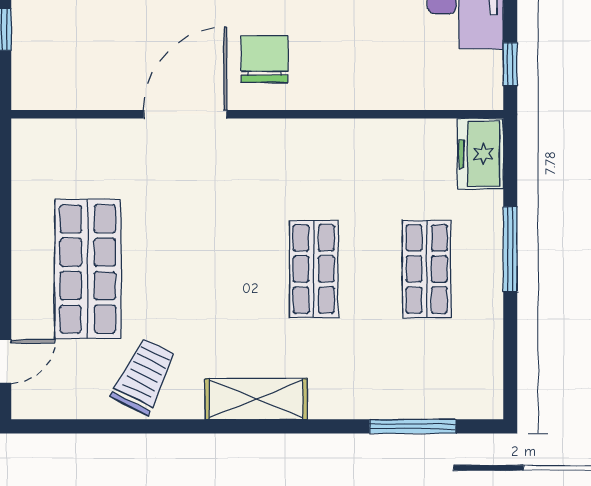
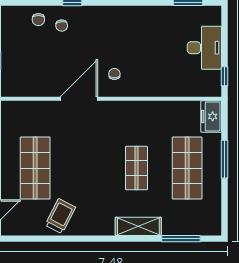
chair: (264, 59) -> (114, 74), width x0.54, depth x0.54
shop shelf: (427, 269) -> (187, 168), width x1.43, depth x1.36
shelving: (256, 399) -> (138, 226), moved

